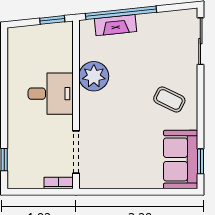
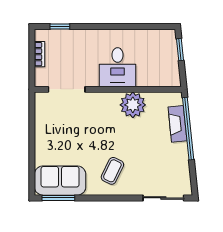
window: (52, 20) -> (180, 50), moved
window: (200, 161) -> (58, 198), width x1.50
bookcase: (59, 183) -> (39, 54), moved

